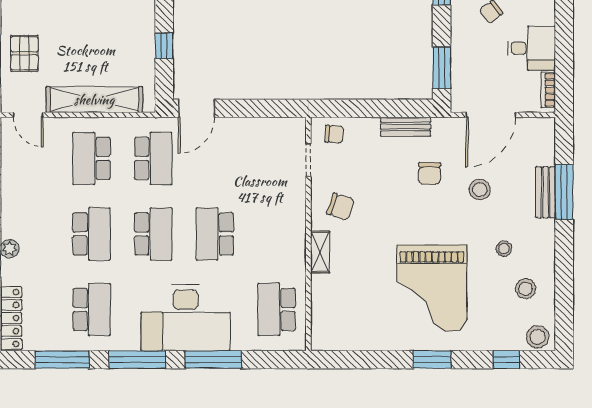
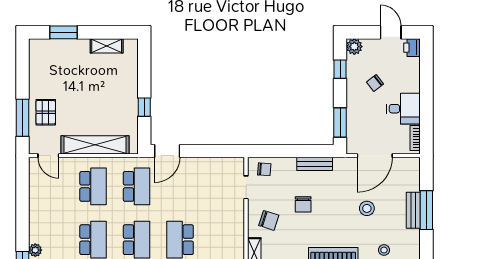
school desk: (92, 158) -> (93, 186), turned 180
chair: (430, 173) -> (303, 204), moved

